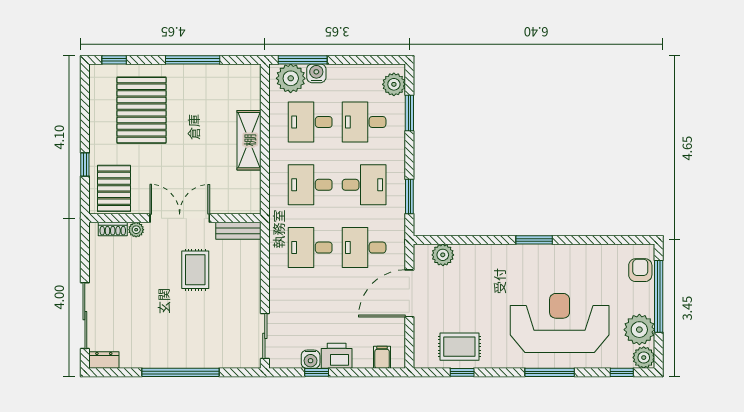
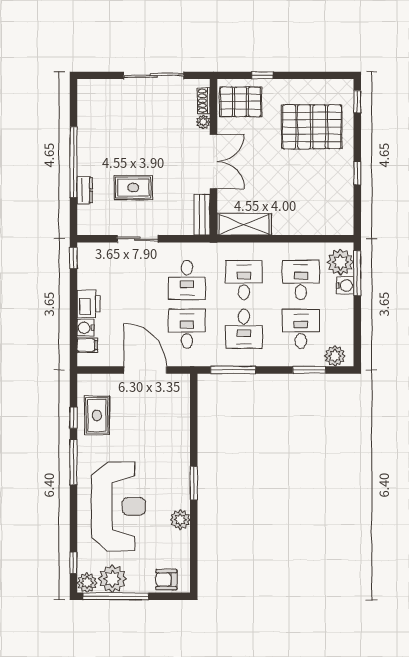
window: (193, 60) -> (357, 173), width x0.46
shelving: (249, 140) -> (244, 224), moved
window: (409, 197) -> (233, 370), width x1.44
desk: (310, 248) -> (187, 280), turned 180
plant: (443, 255) -> (180, 520), moved
rug: (195, 270) -> (133, 187), moved
armchair: (640, 270) -> (166, 580), turned 180
window: (659, 296) -> (116, 596), moved
sliding door: (85, 316) -> (154, 75), moved
sliding door: (265, 336) -> (137, 239), moved
water cooler: (311, 359) -> (85, 328), moved
dresser: (104, 360) -> (85, 190), moved
window: (317, 372) -> (73, 258), moved
window: (550, 372) -> (73, 462), moved

